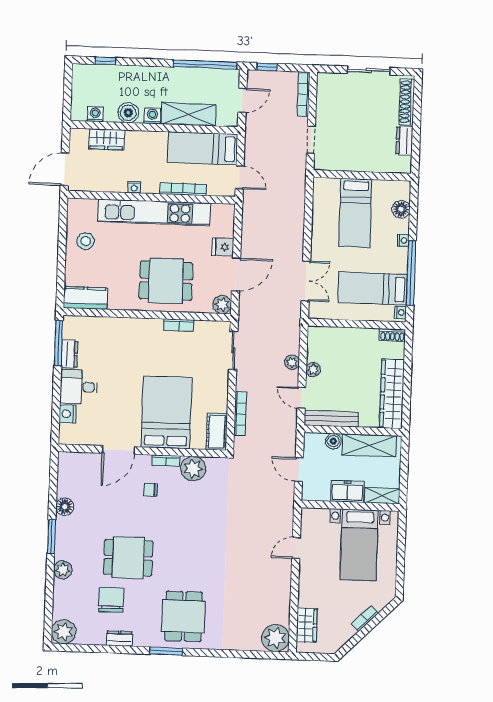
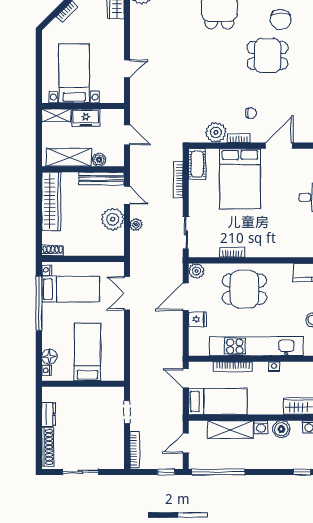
nightstand: (403, 240) -> (47, 370), moved
plant: (313, 370) -> (113, 219), width x1.87, depth x1.87

